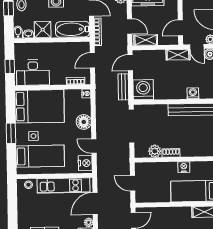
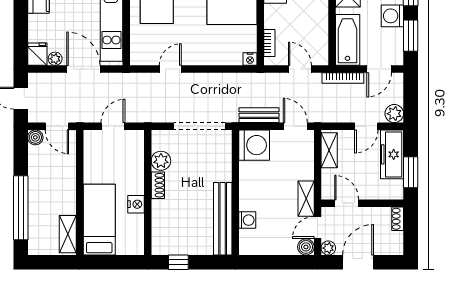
door: (130, 26) -> (366, 126), moved
floor lamp: (84, 122) -> (207, 54), removed
nightstand: (85, 163) -> (145, 55), removed

